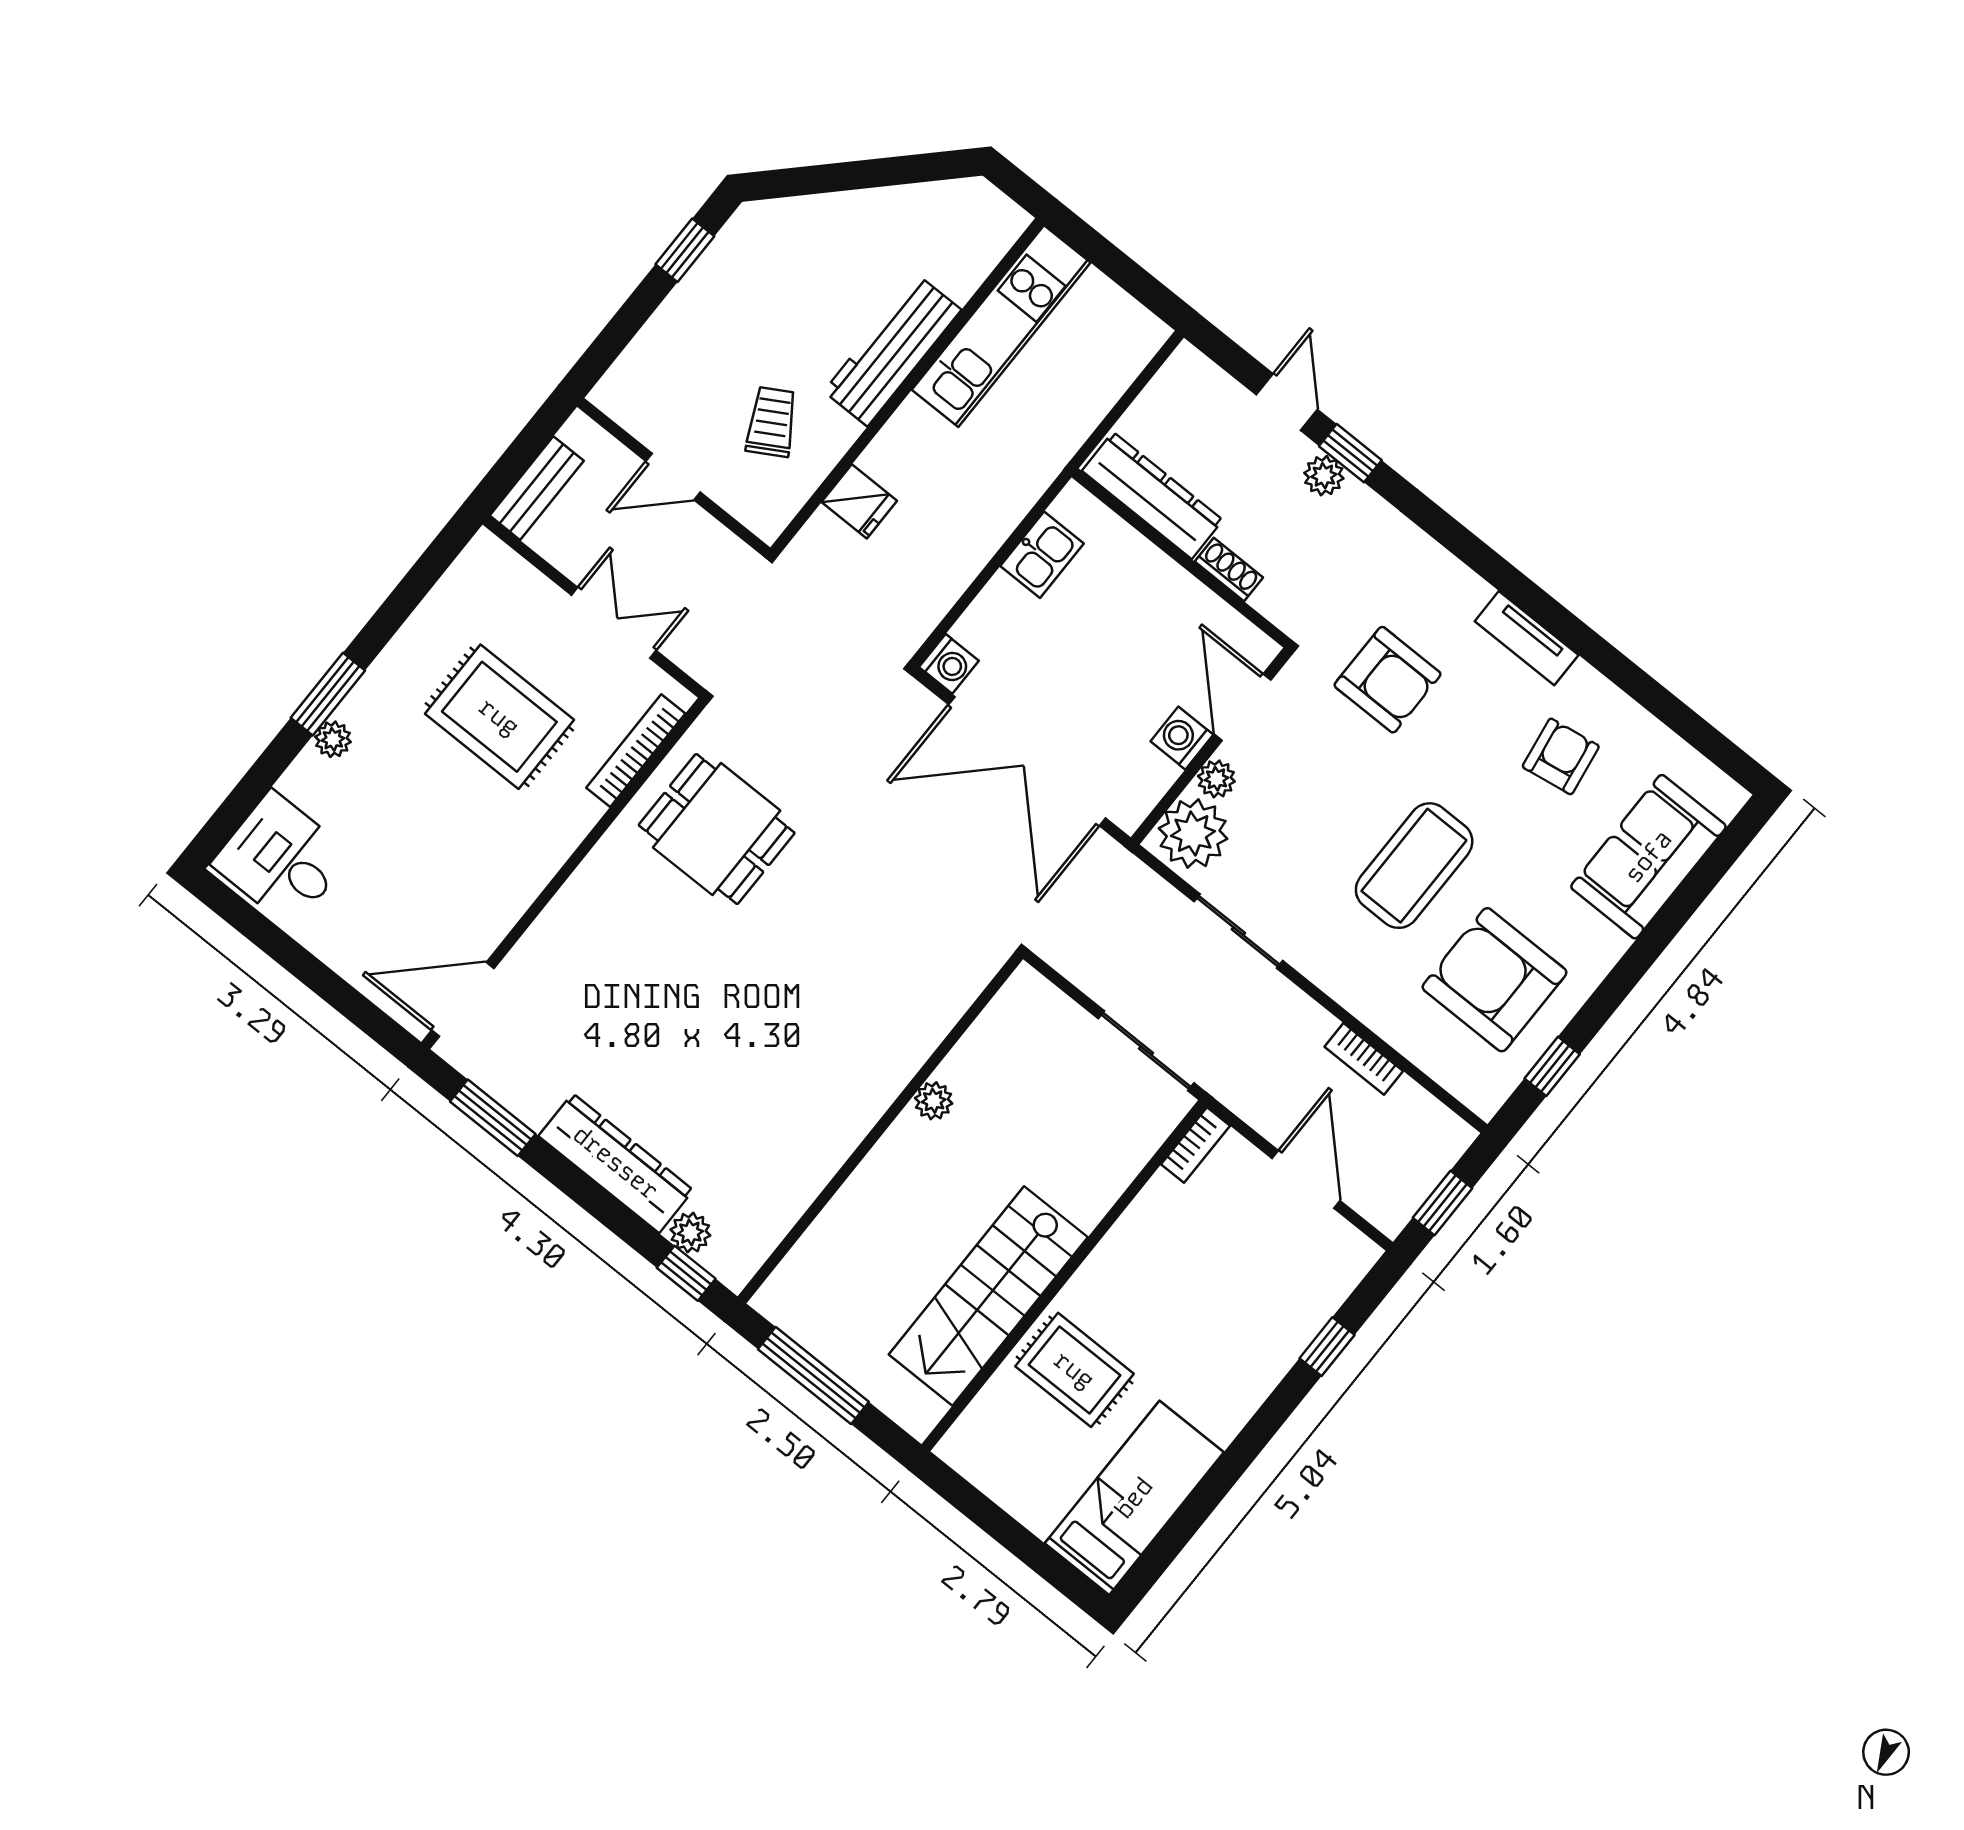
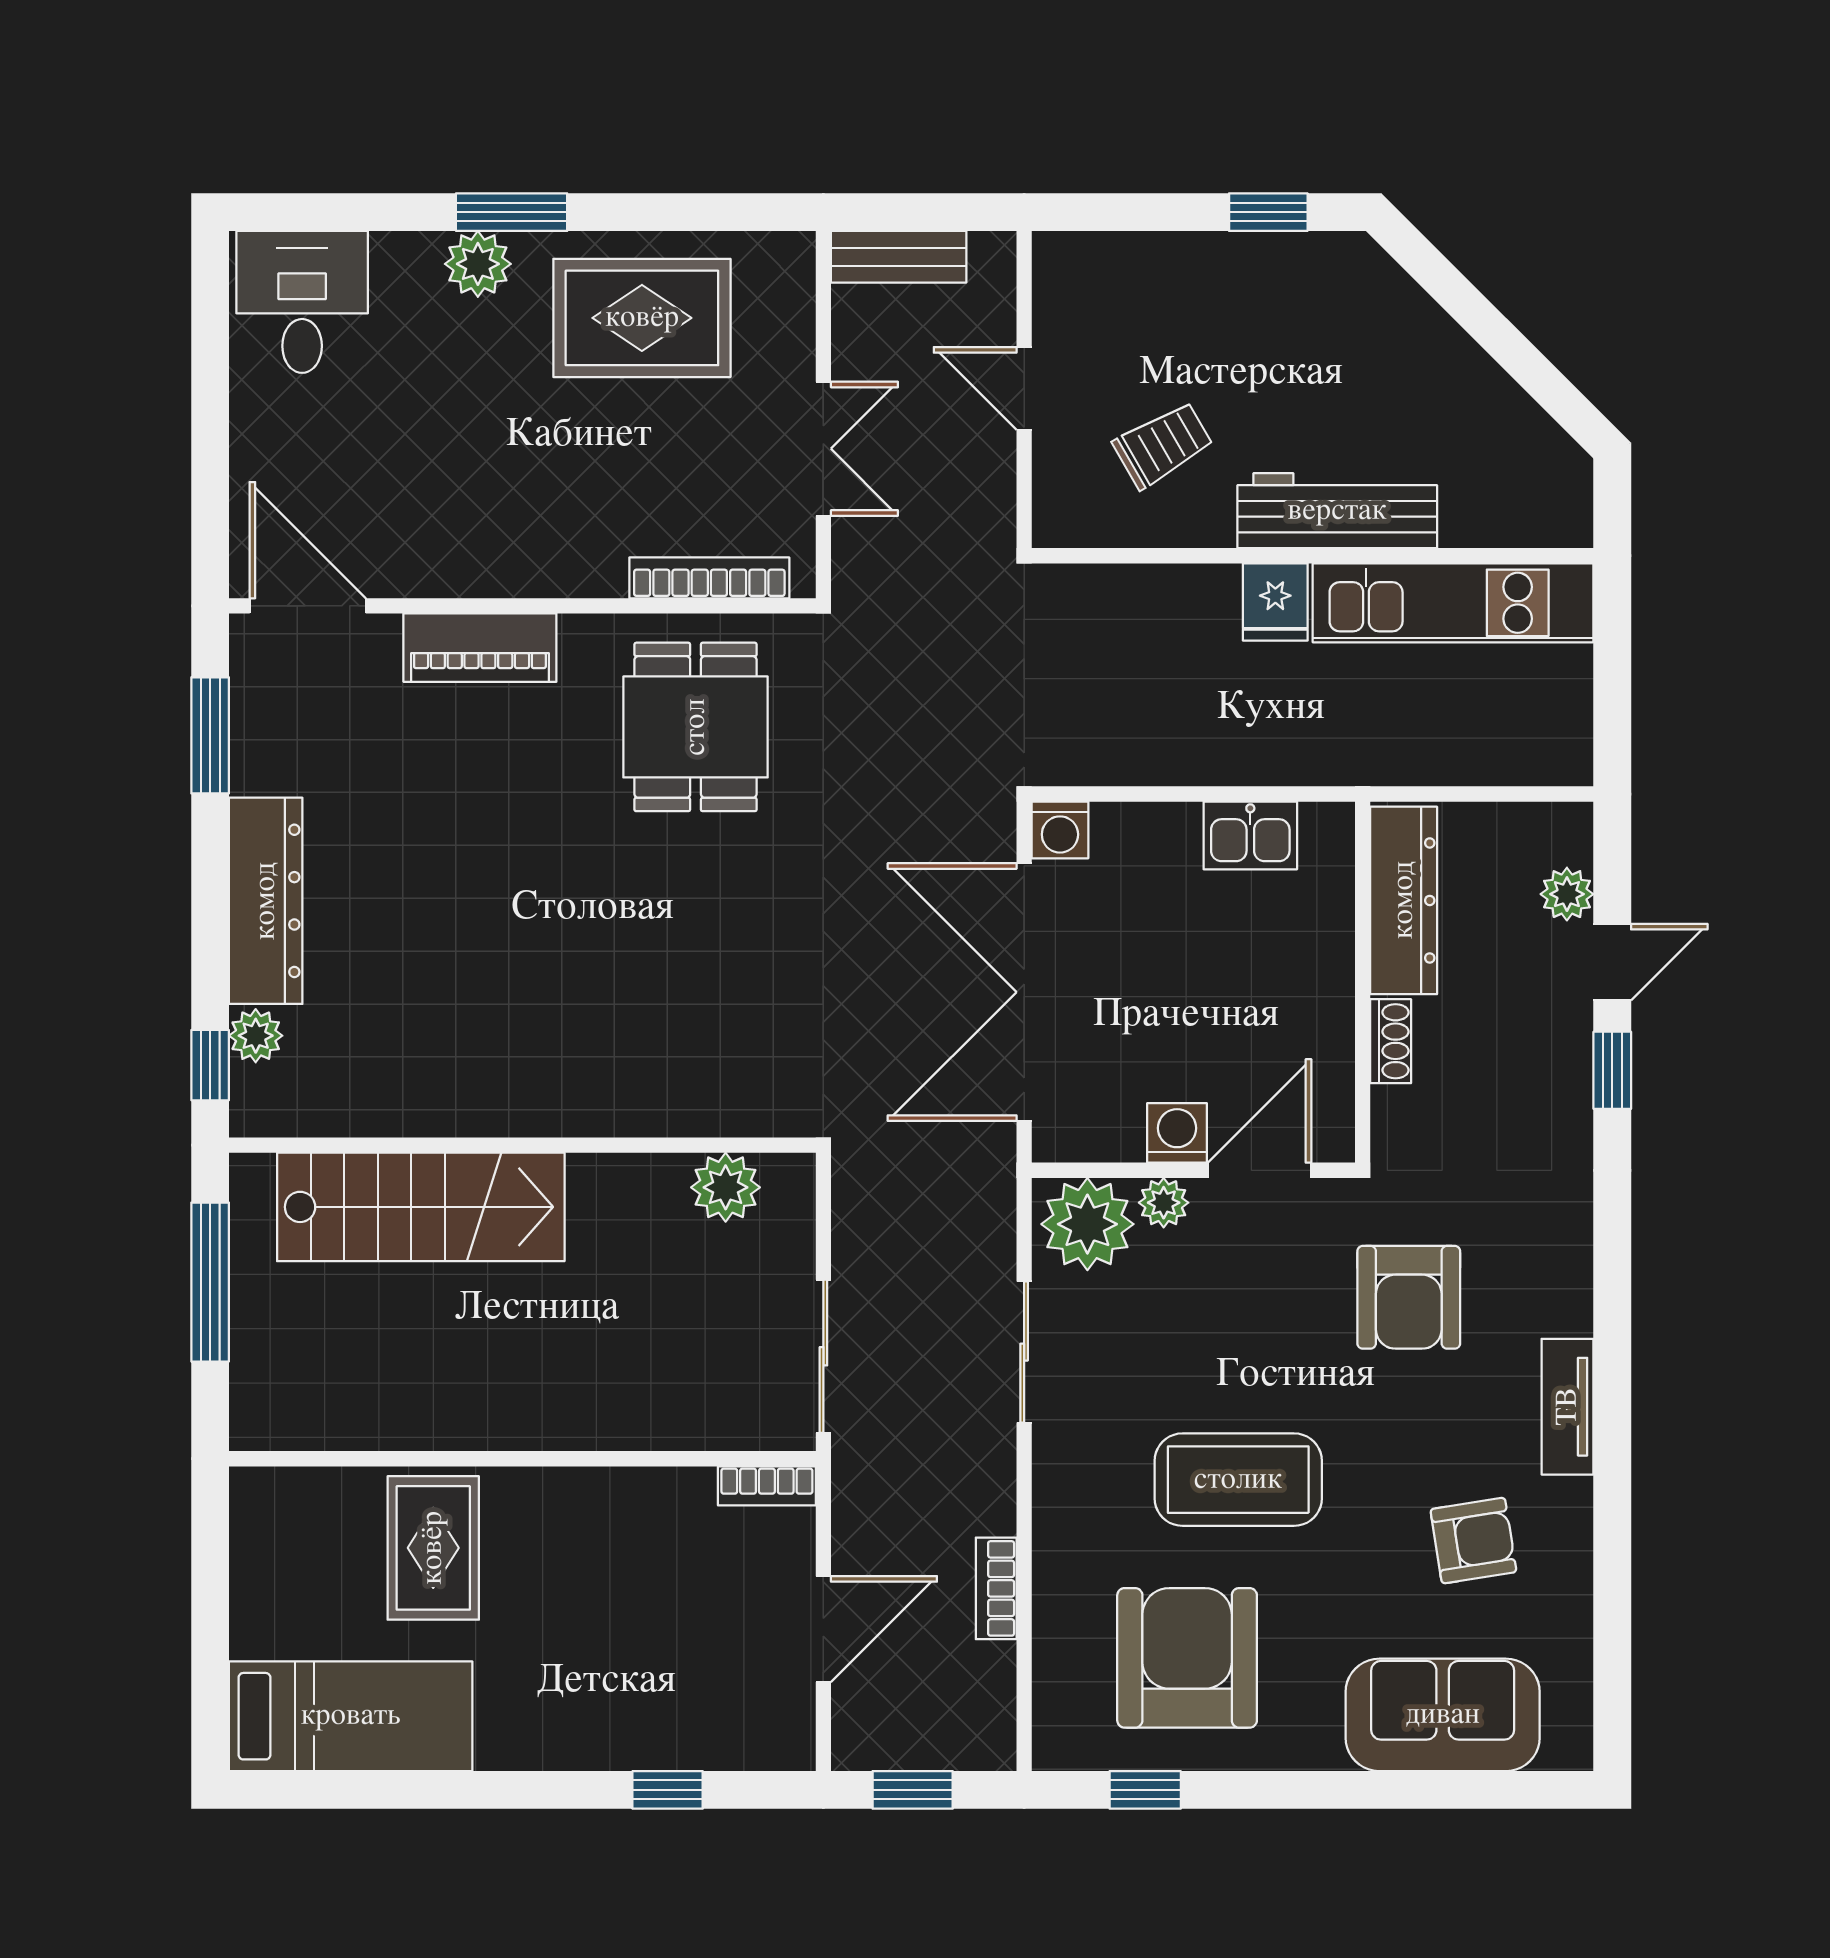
plant: (1324, 476) -> (1567, 894), moved
fridge: (859, 501) -> (1275, 602), moved
rug: (499, 717) -> (642, 318), moved, turned 90
plant: (333, 739) -> (478, 264), width x1.38, depth x1.38
piano: (568, 918) -> (480, 648), added
plant: (934, 1101) -> (726, 1187), moved, width x1.38, depth x1.38
stairs: (988, 1296) -> (421, 1207), moved, turned 180

